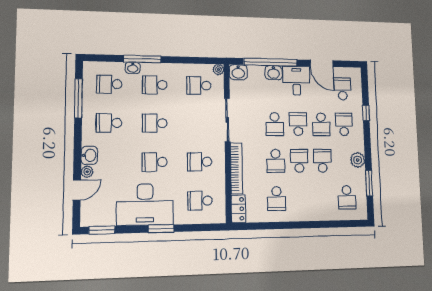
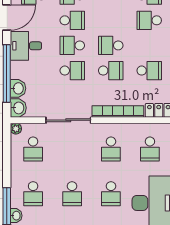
washbasin: (274, 73) -> (18, 88), moved
school desk: (322, 161) -> (149, 20), moved

